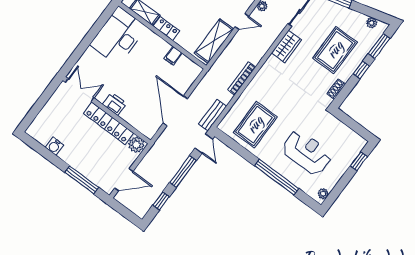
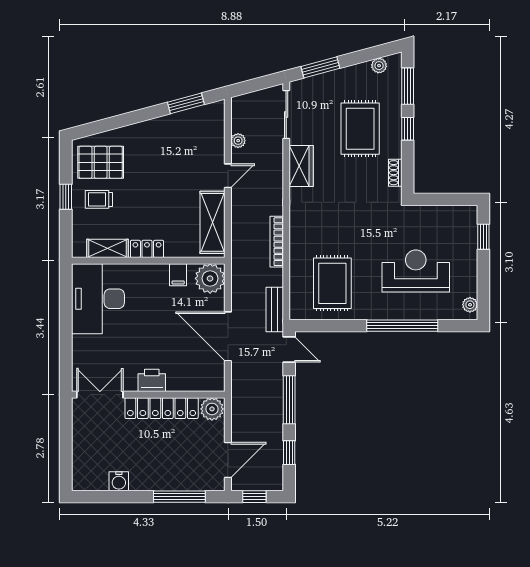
plant: (189, 71) -> (210, 278), added
window: (123, 211) -> (254, 497), added

